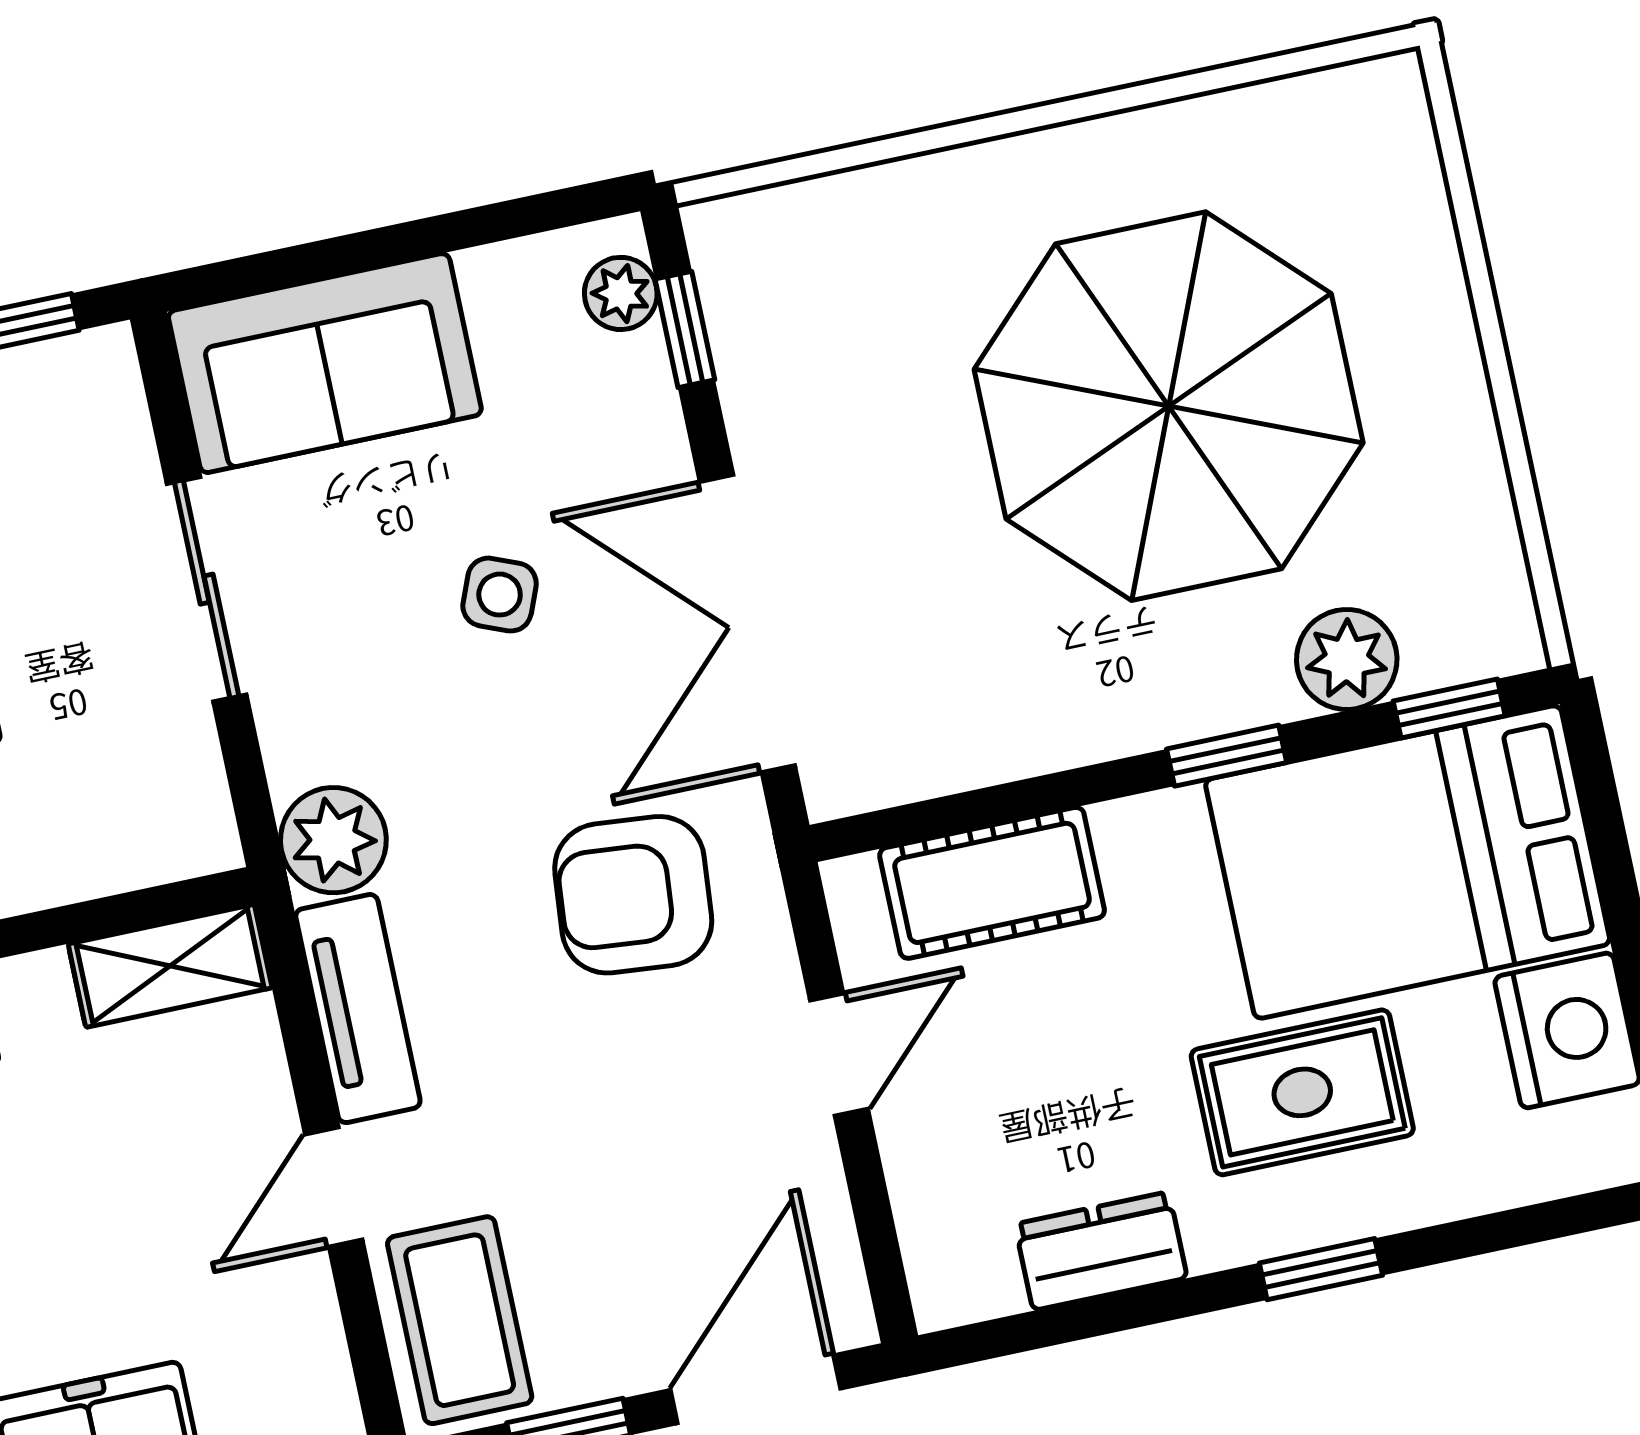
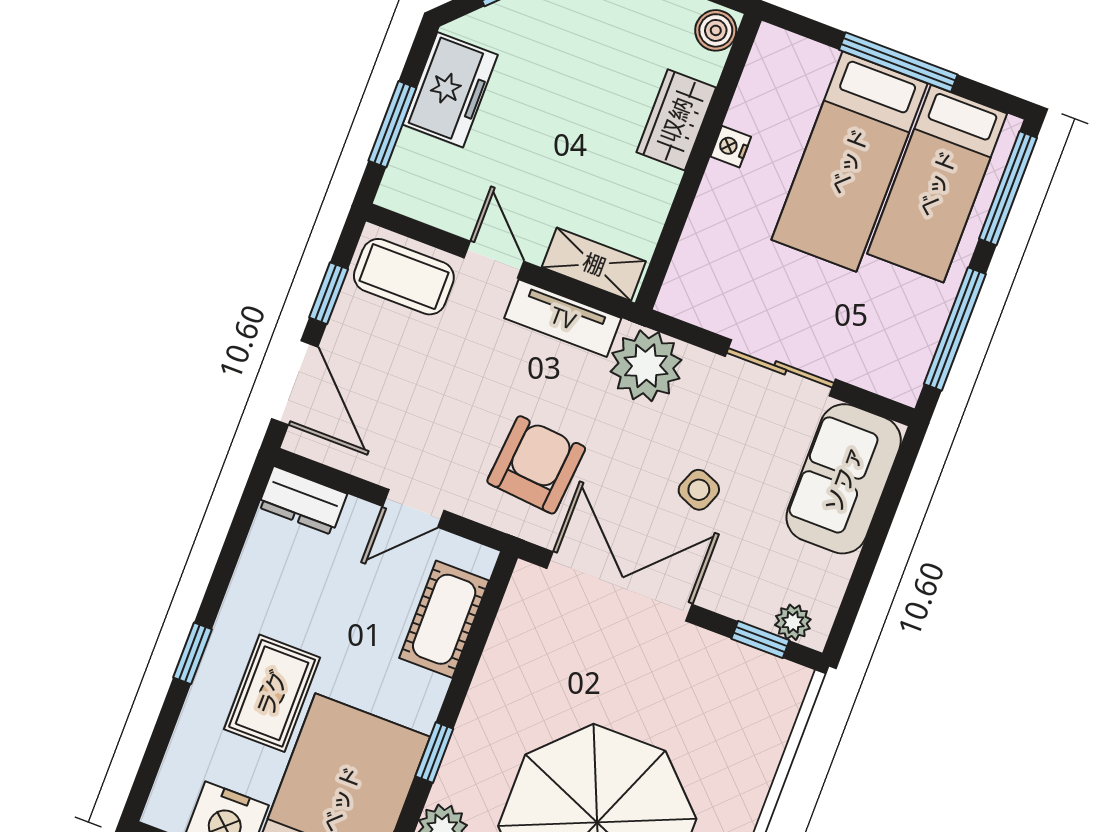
plant: (333, 840) -> (646, 366), width x1.36, depth x1.36
shelving: (170, 966) -> (594, 264), moved, turned 90
door: (839, 1054) -> (413, 508), hinge flipped
dresser: (1101, 1251) -> (303, 500), moved, turned 90

